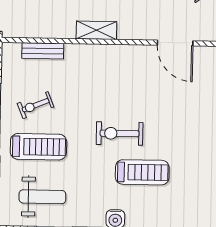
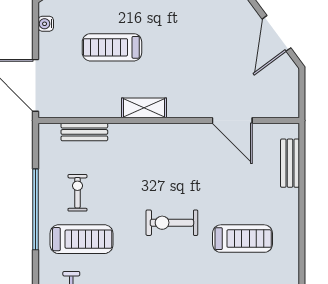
exercise bike: (36, 105) -> (77, 193), turned 112
treadmill: (142, 172) -> (243, 239), moved

